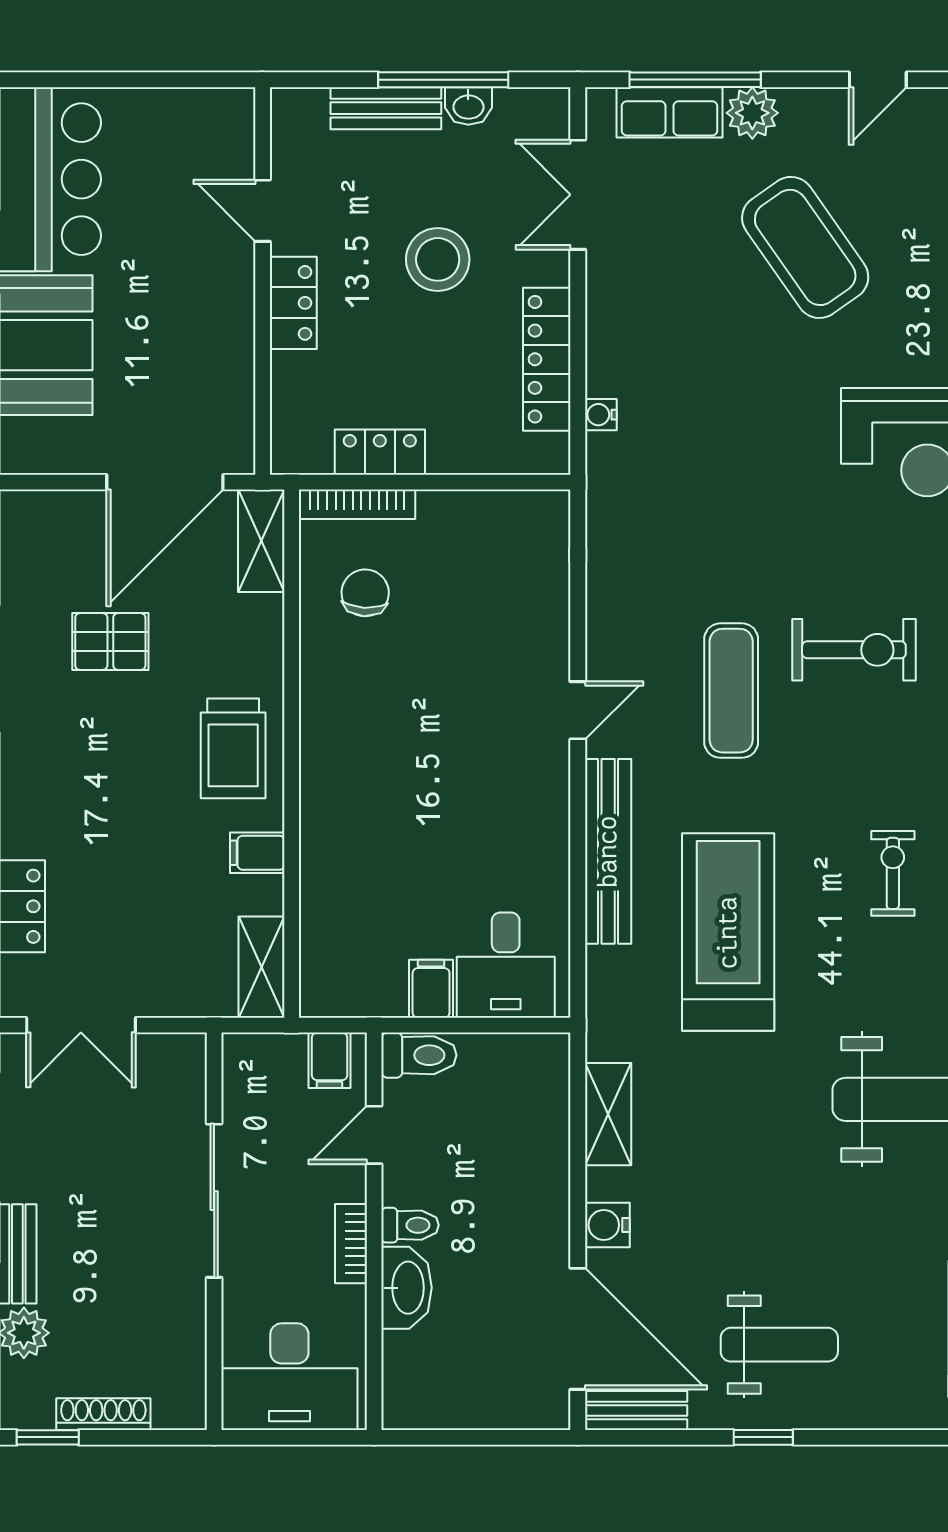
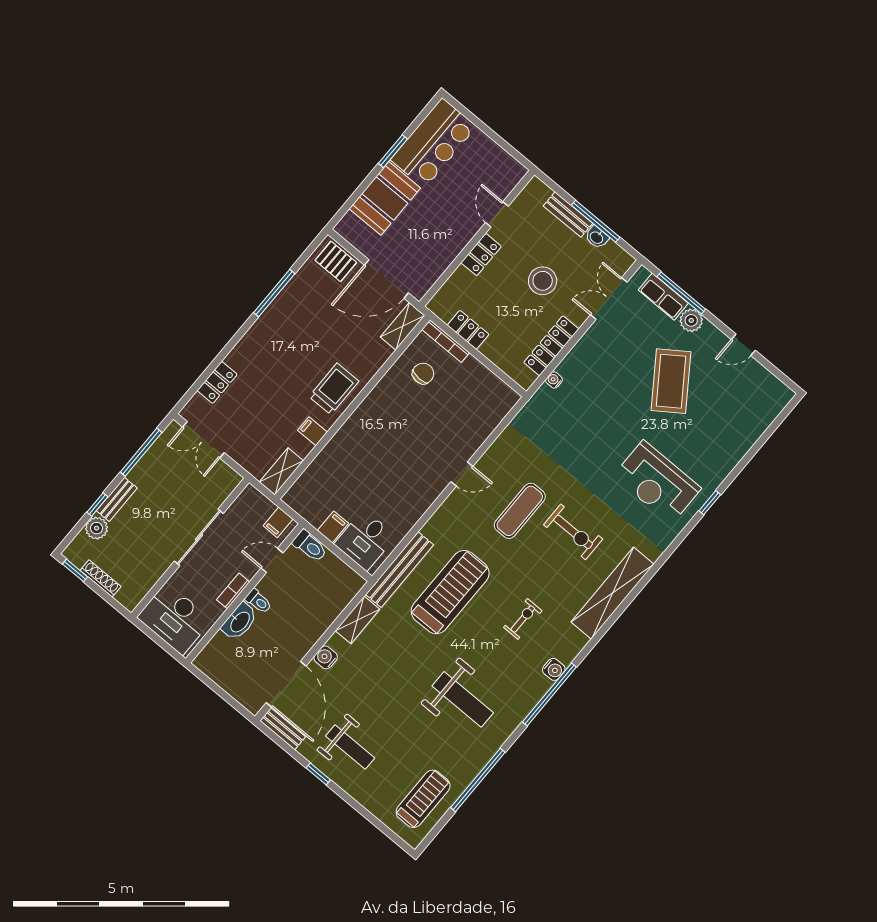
pallet: (110, 642) -> (336, 261), moved
trolley: (233, 748) -> (334, 389), turned 180
bench: (608, 851) -> (400, 570), moved

